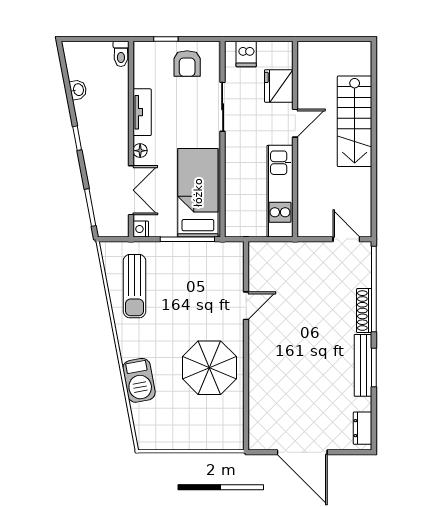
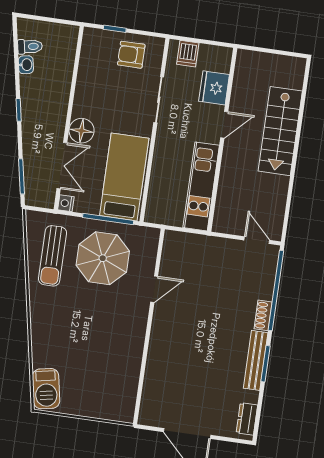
toilet: (121, 54) -> (30, 46), moved, turned -101
armchair: (187, 63) -> (131, 55), turned 90
tv unit: (142, 112) -> (83, 94), removed
floor lamp: (140, 151) -> (82, 131), width x1.89, depth x1.89
shoe rack: (364, 311) -> (263, 315), width x0.70
parasol: (209, 368) -> (103, 258), moved
barbecue: (139, 380) -> (46, 389), moved

